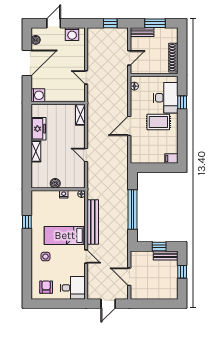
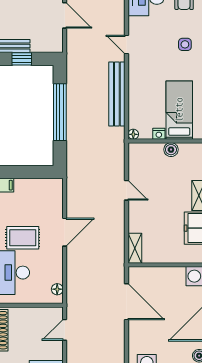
door: (86, 77) -> (127, 302), width x1.88
bed: (65, 235) -> (179, 110), moved, turned -90

